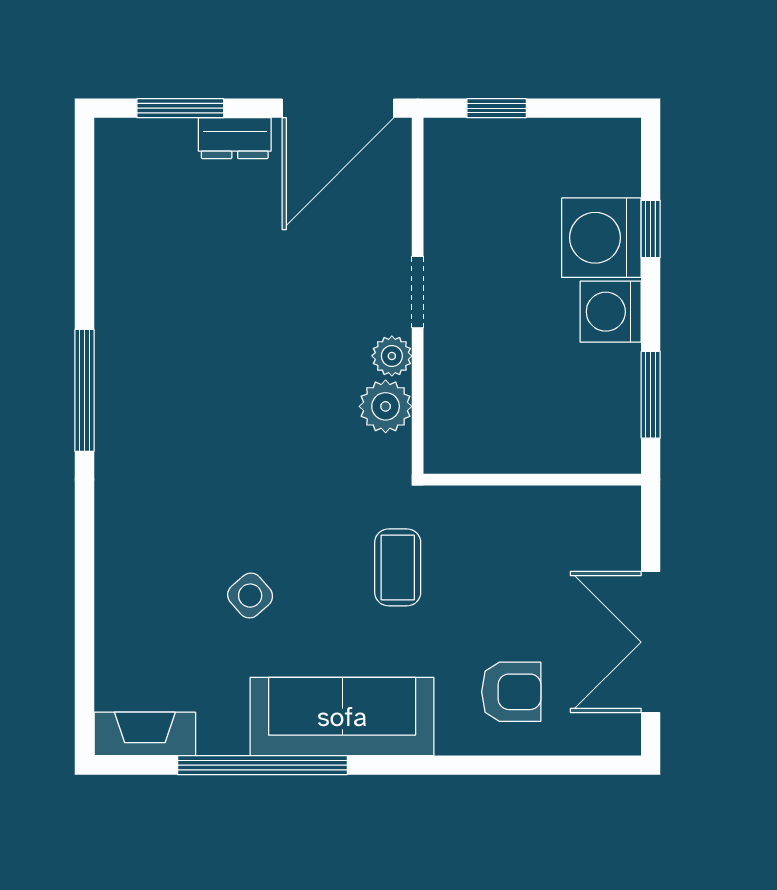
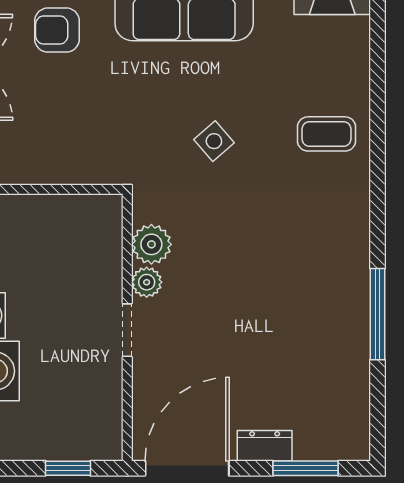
window: (84, 390) -> (377, 314), moved
coffee table: (398, 567) -> (327, 134), moved, turned 90
side table: (250, 596) -> (214, 141), moved

